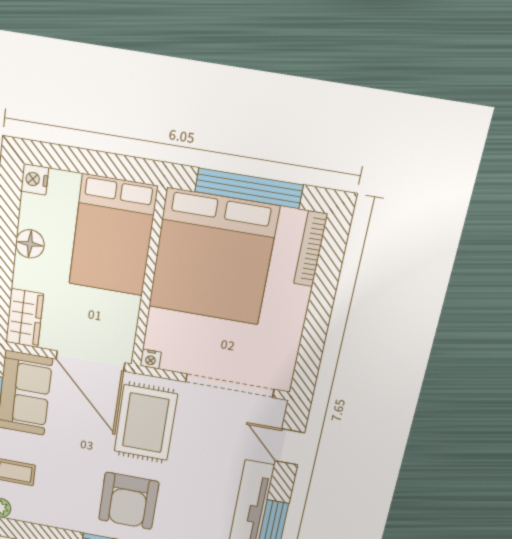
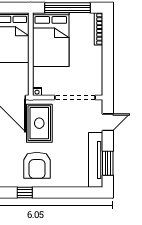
bed: (213, 257) -> (51, 40), width x0.73
door: (290, 447) -> (108, 122), swing flipped

